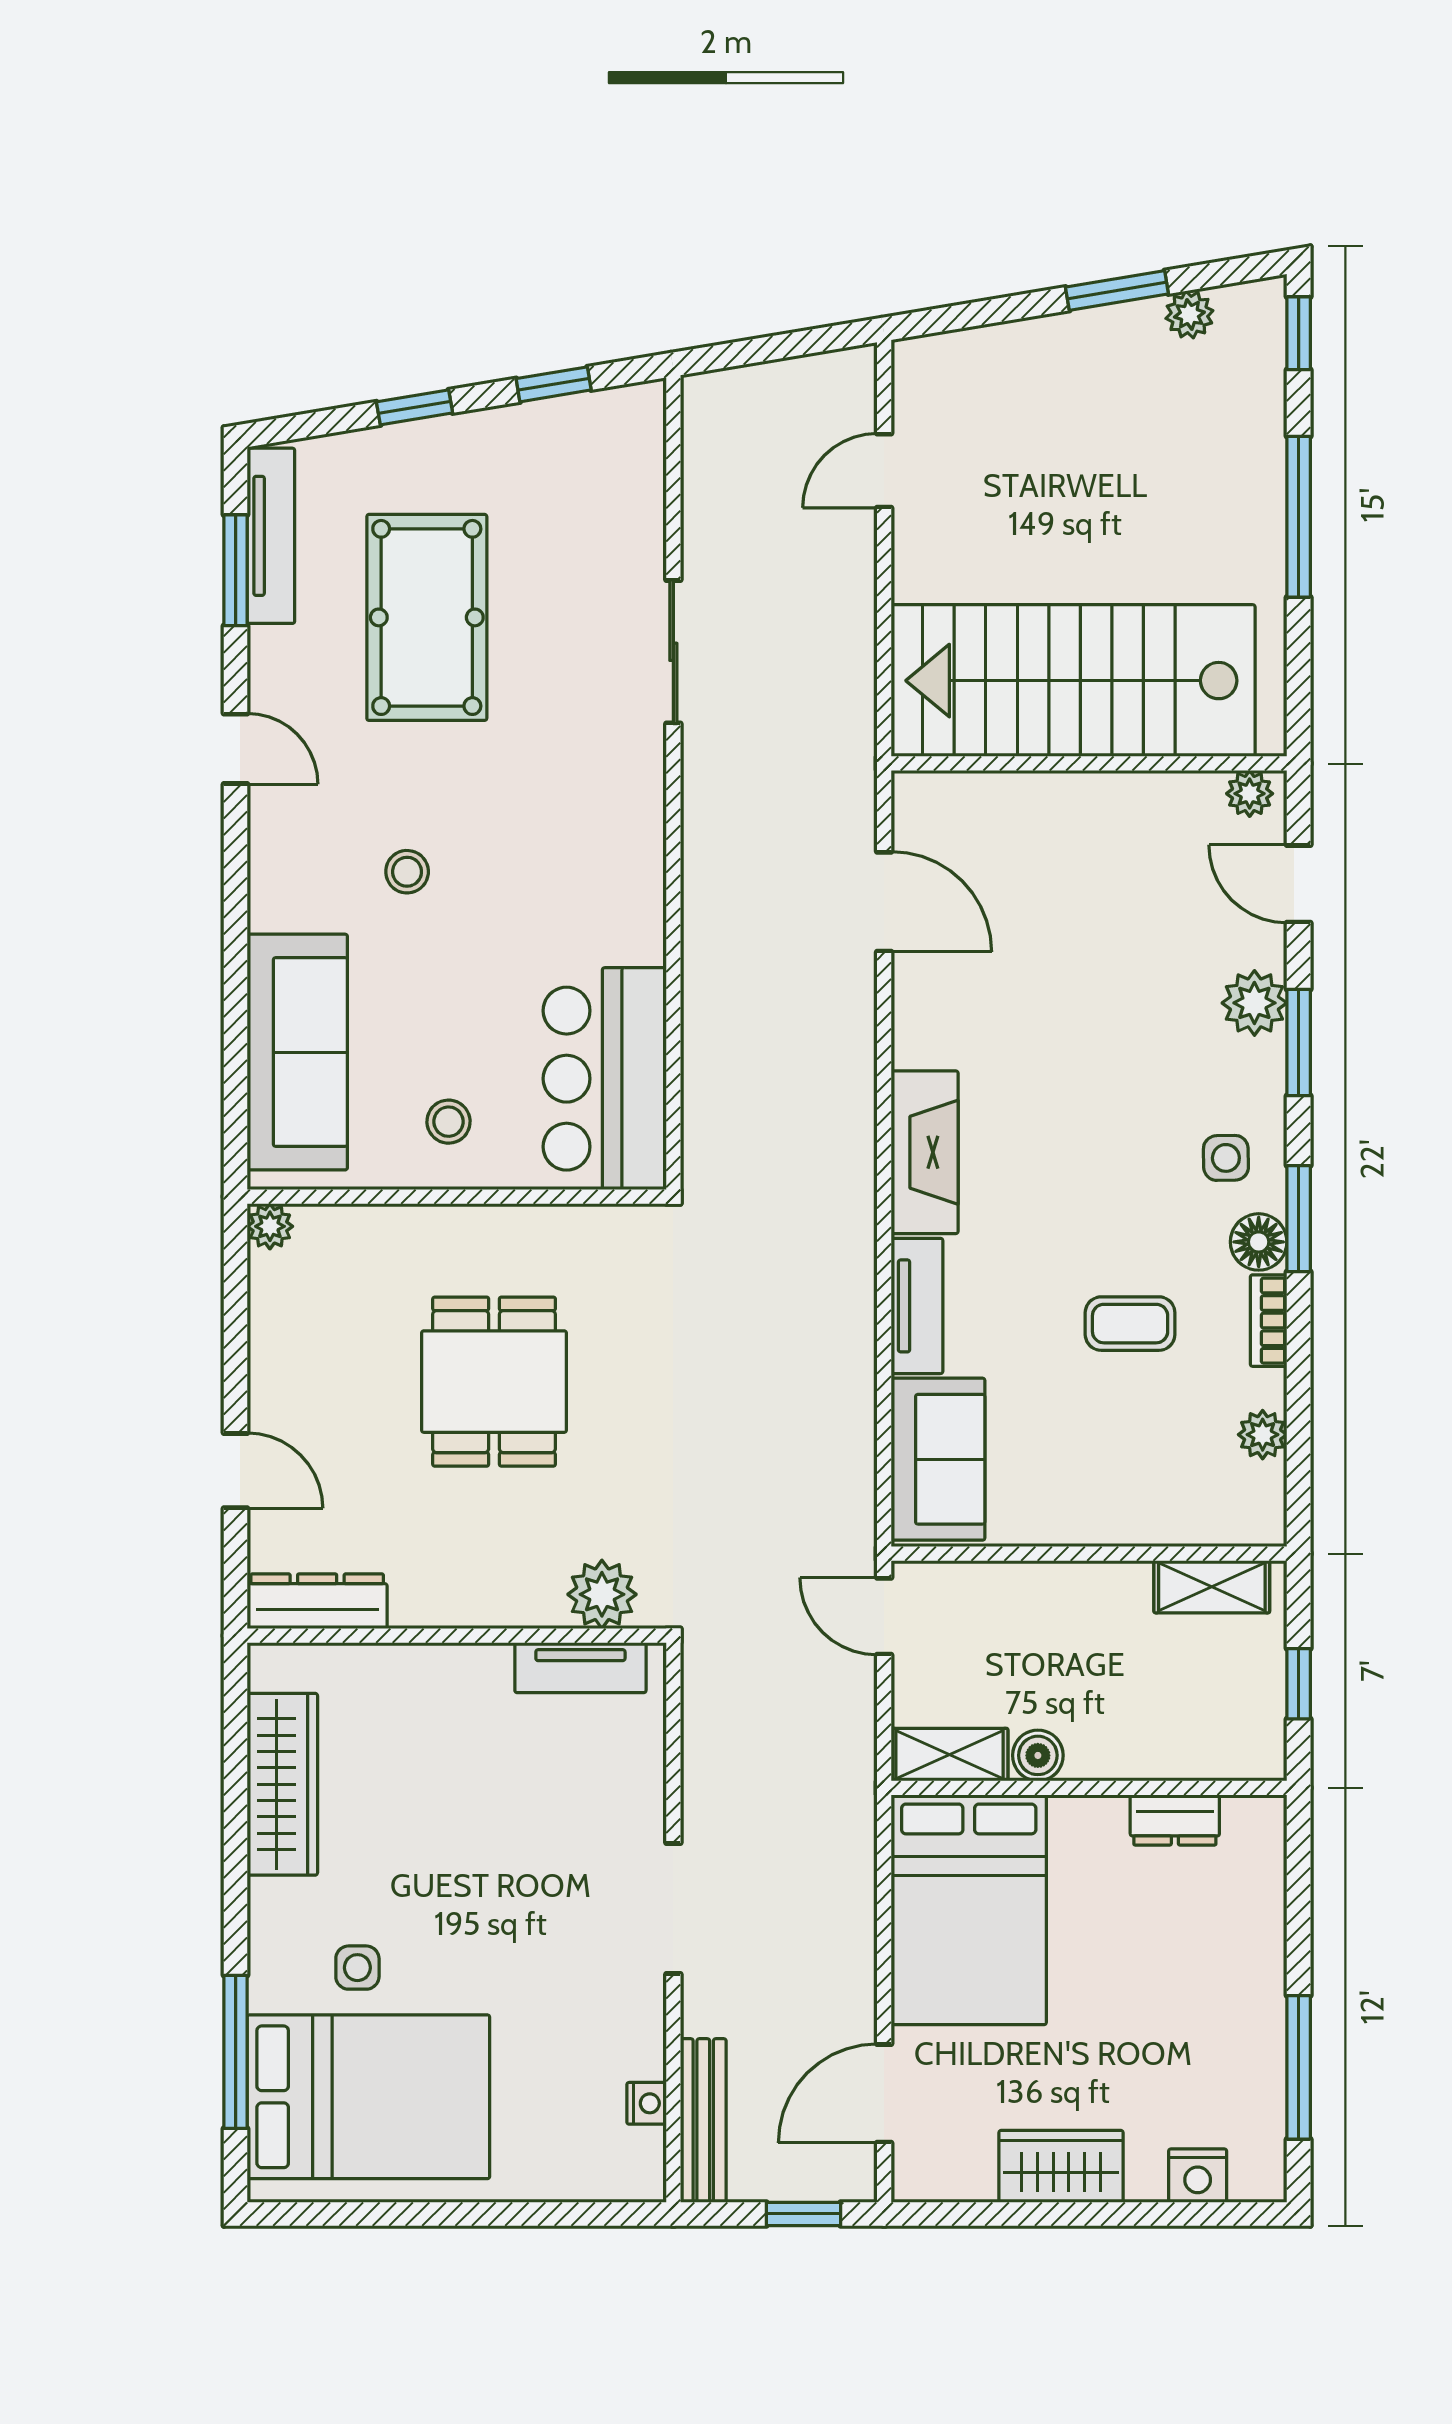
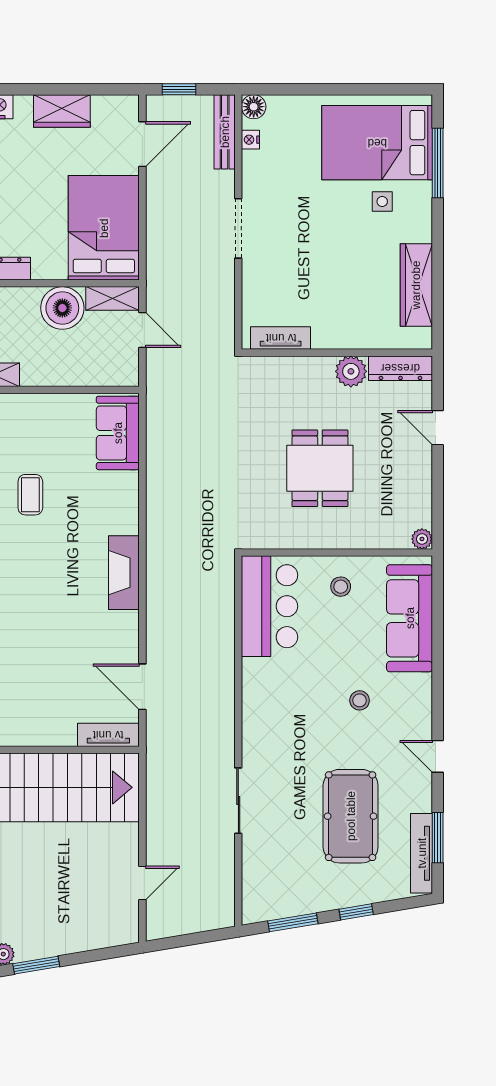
window: (554, 384) -> (293, 922), width x1.50
tv unit: (917, 1306) -> (108, 735), moved, turned 90
coffee table: (1130, 1324) -> (30, 495), turned 90
plant: (602, 1594) -> (351, 371), moved
door: (884, 1616) -> (142, 330), moved
boiler: (1038, 1755) -> (62, 308), width x1.86, depth x1.86
floor lamp: (640, 2176) -> (254, 107), added

